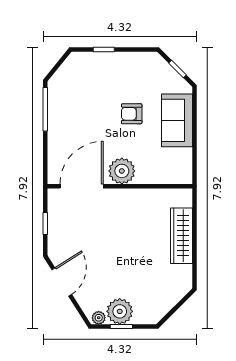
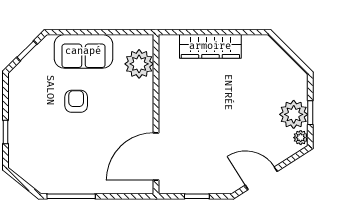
armchair: (132, 114) -> (76, 101), turned 180
plant: (122, 171) -> (139, 64), moved
door: (82, 186) -> (156, 156), hinge flipped

